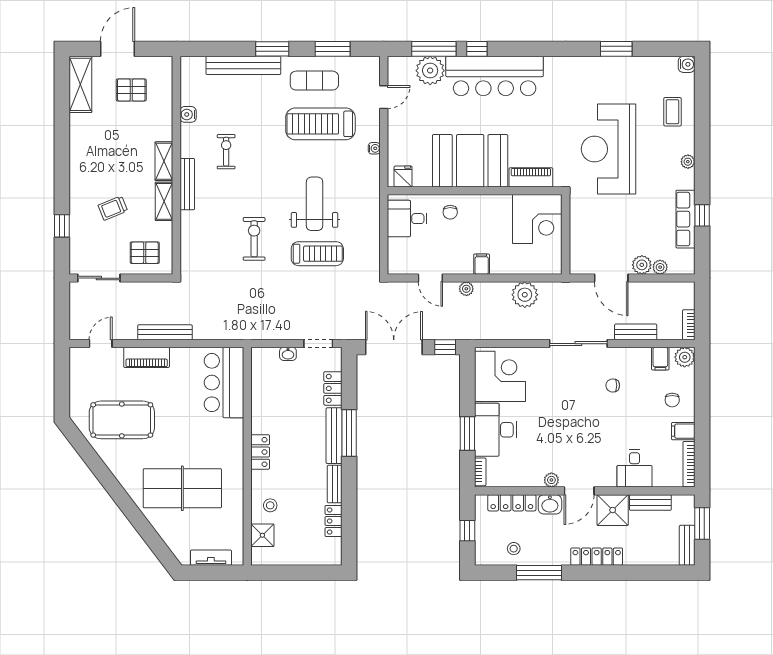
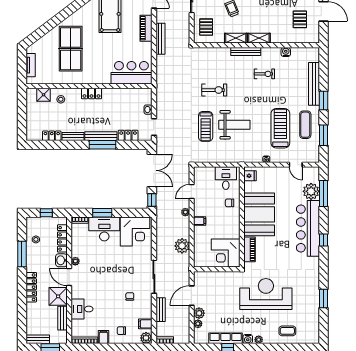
window: (477, 49) -> (324, 240), moved
water cooler: (687, 64) -> (248, 339), moved

